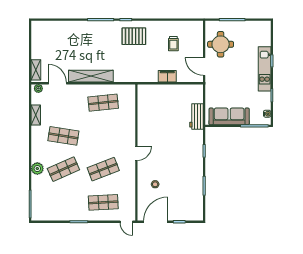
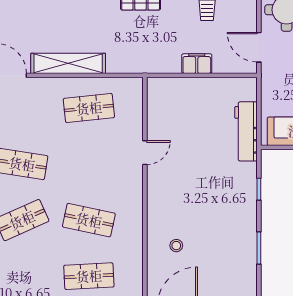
workbench: (196, 116) -> (246, 131), width x1.38
door: (136, 153) -> (145, 153), moved
shop shelf: (103, 169) -> (89, 220), turned 33

